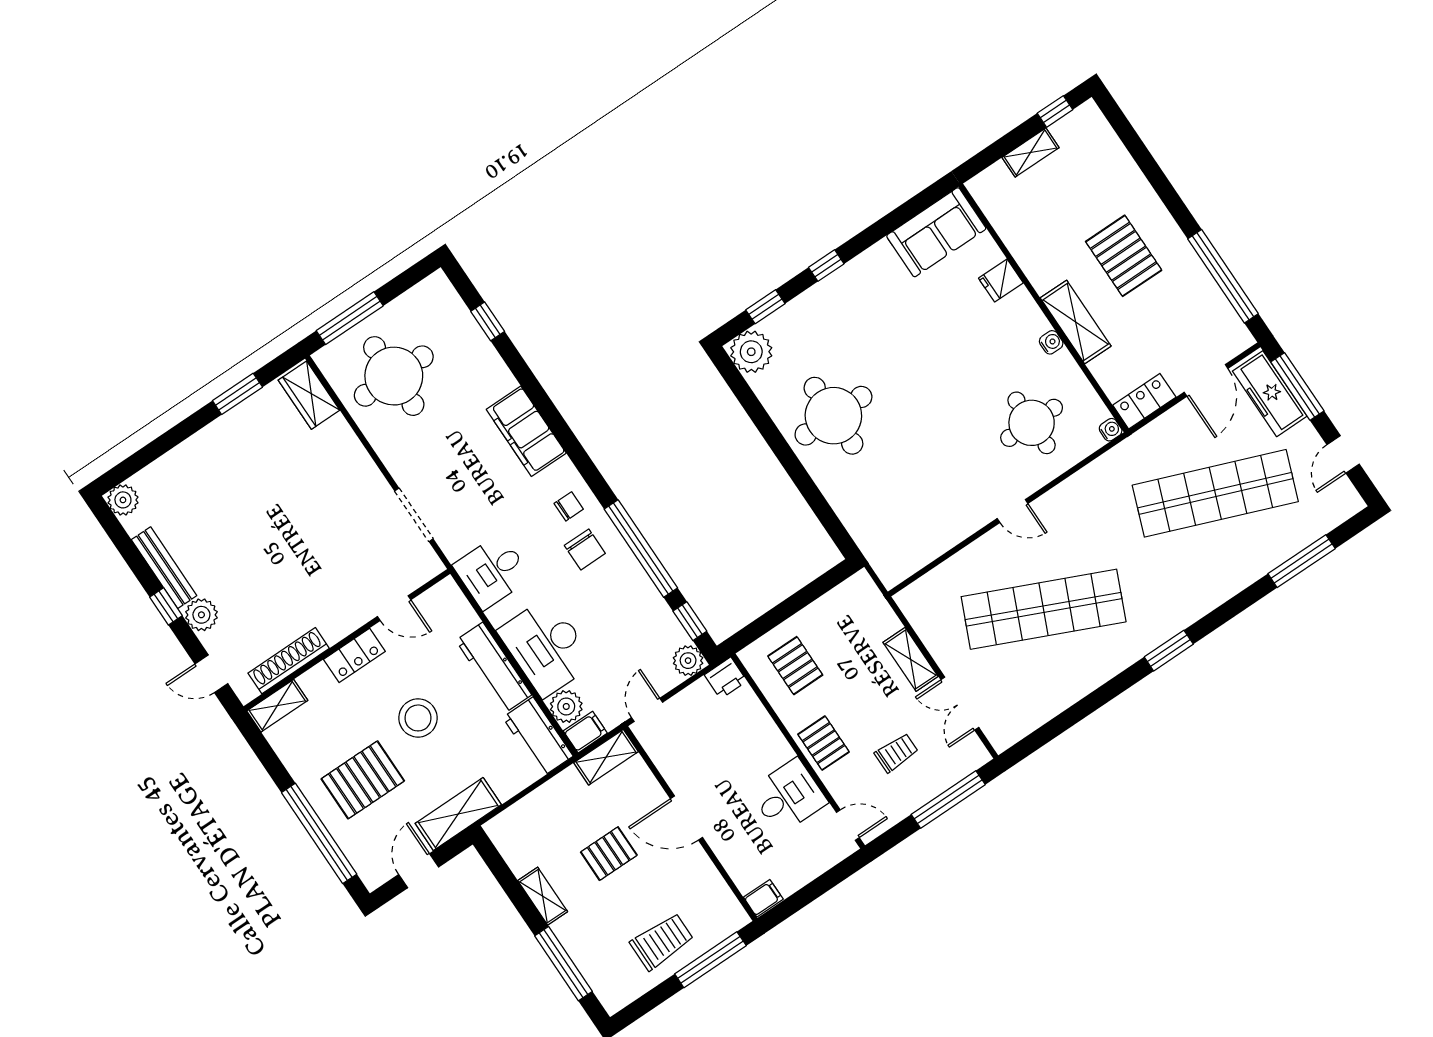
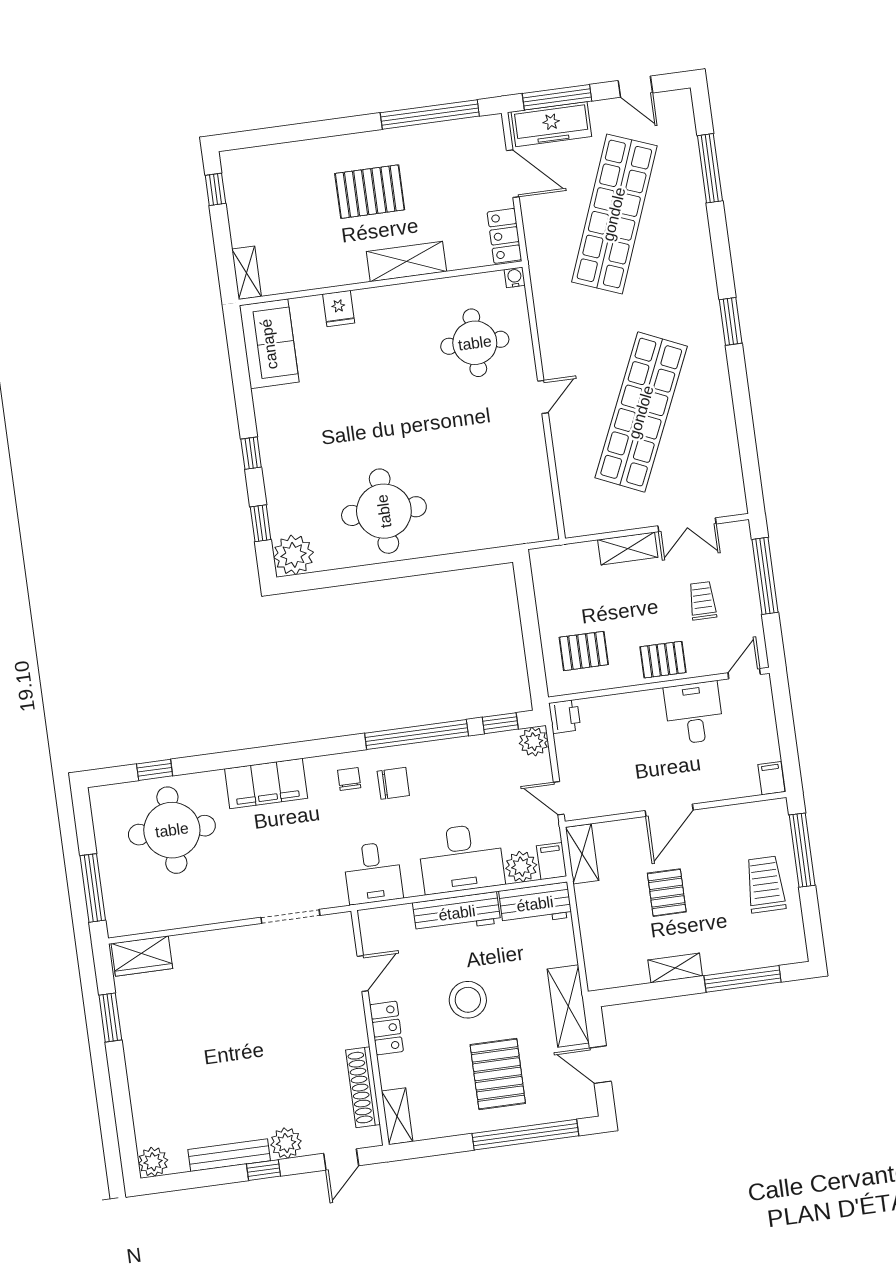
shelving: (1030, 153) -> (247, 273), moved
water cooler: (1051, 342) -> (414, 291), removed
round table: (394, 376) -> (172, 830), moved

